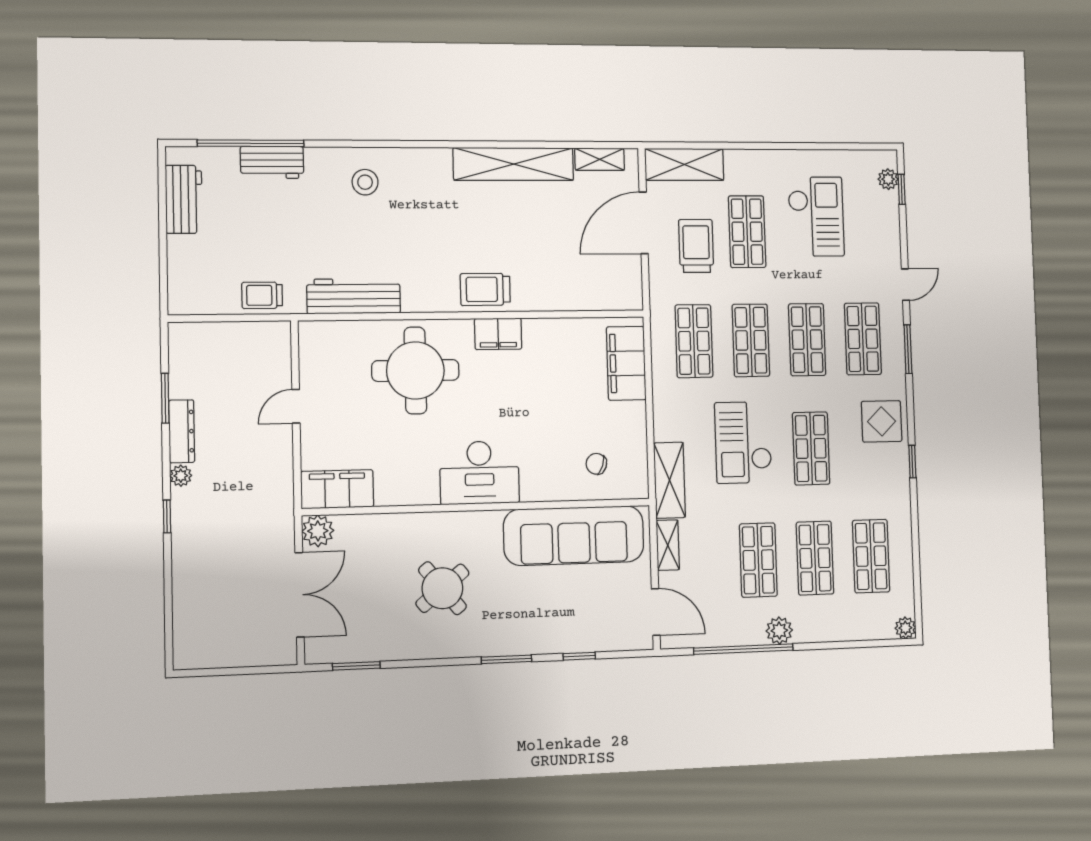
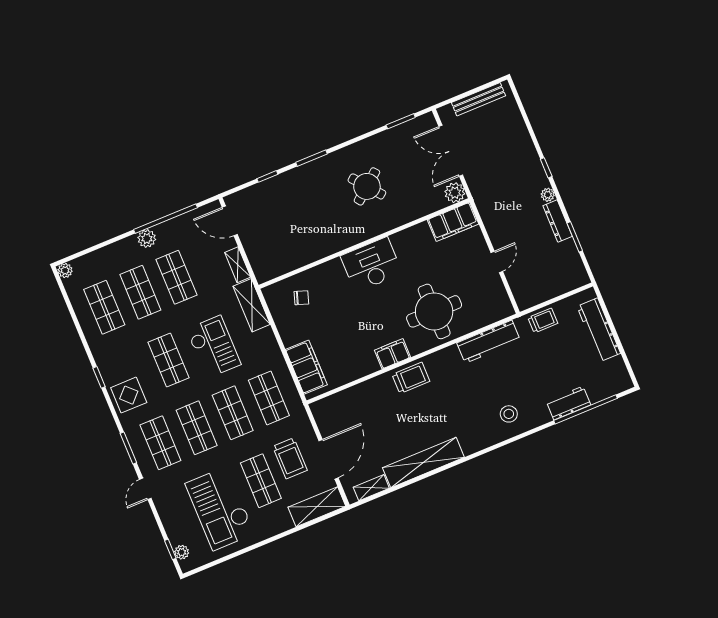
workbench: (184, 199) -> (599, 330), moved, width x1.38
checkout: (816, 217) -> (220, 509), width x1.36, depth x1.21
sofa: (574, 536) -> (299, 248), removed
bench: (228, 656) -> (479, 99), added

